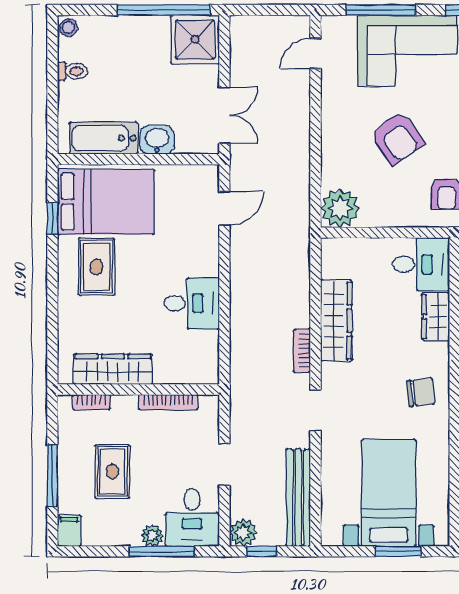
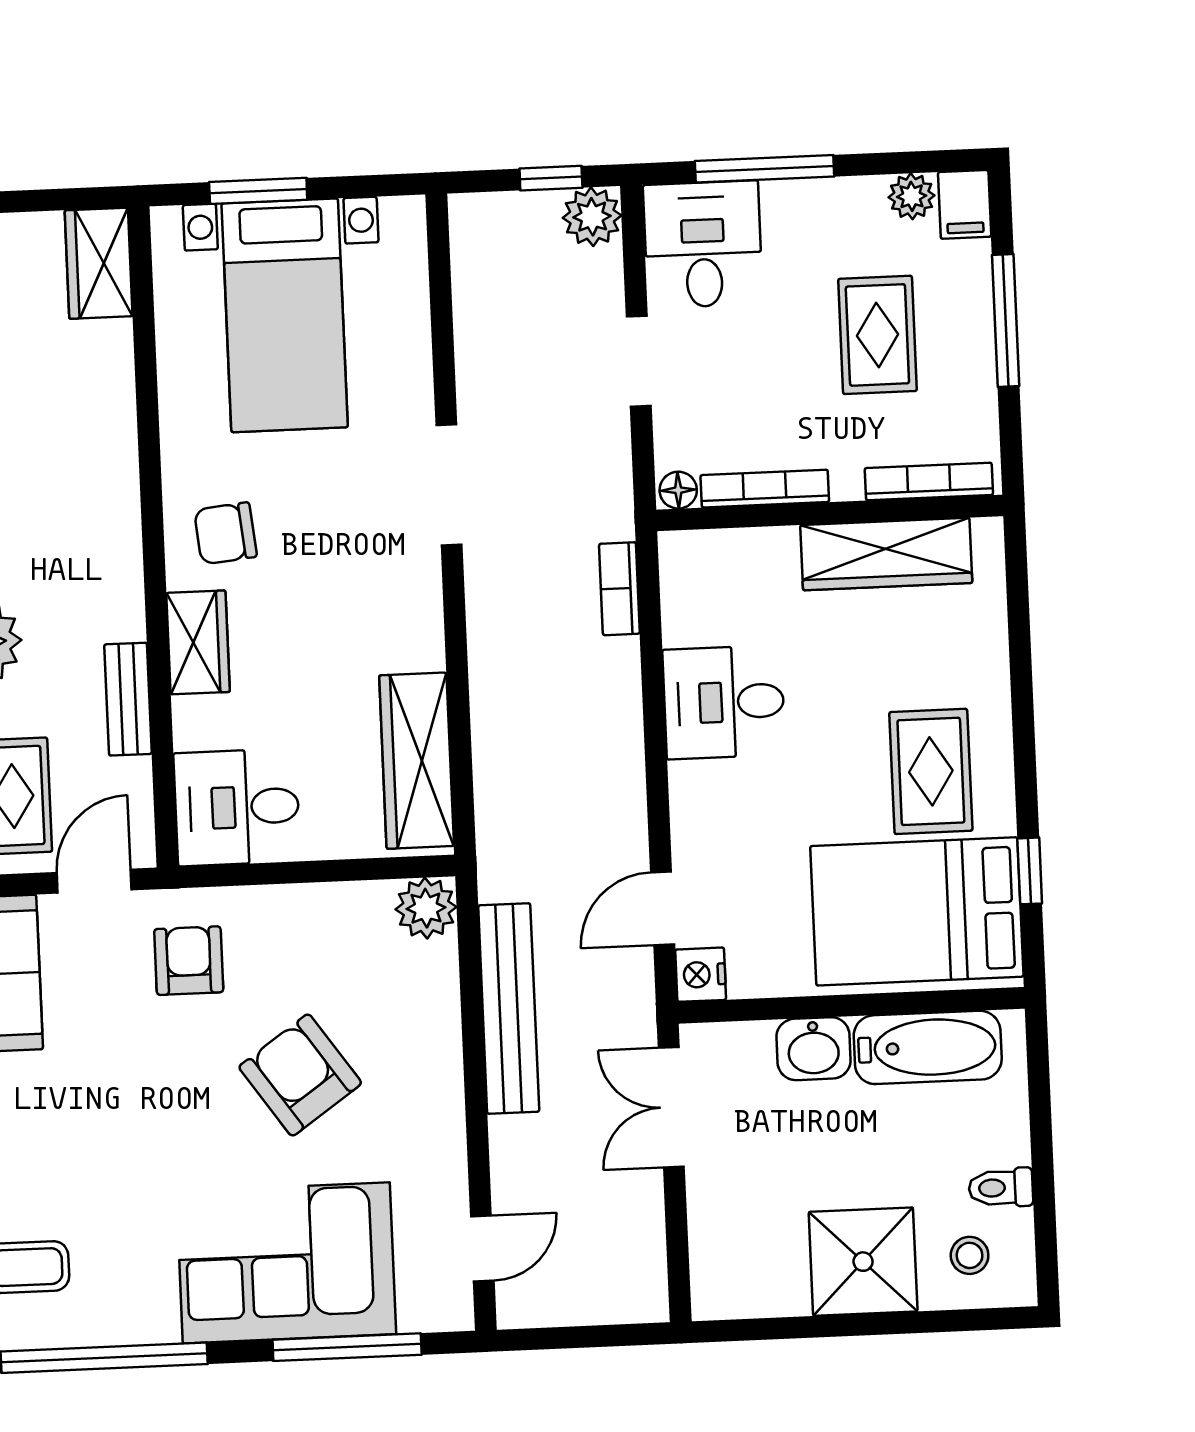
window: (164, 10) -> (811, 1327), removed
stool: (68, 28) -> (970, 1255), moved
shower: (195, 39) -> (863, 1262), moved
nightstand: (208, 177) -> (701, 975), added
plant: (340, 208) -> (426, 908), width x0.73, depth x0.73
wardrobe: (436, 317) -> (198, 642), moved
wardrobe: (336, 321) -> (417, 761), moved
bookcase: (302, 351) -> (619, 589), moved, turned 180
bookcase: (92, 402) -> (929, 481), width x1.56
floor lamp: (209, 403) -> (678, 490), added
doorway: (316, 410) -> (449, 485), width x1.38
bench: (298, 498) -> (509, 1009), moved
plant: (152, 536) -> (912, 196), moved

